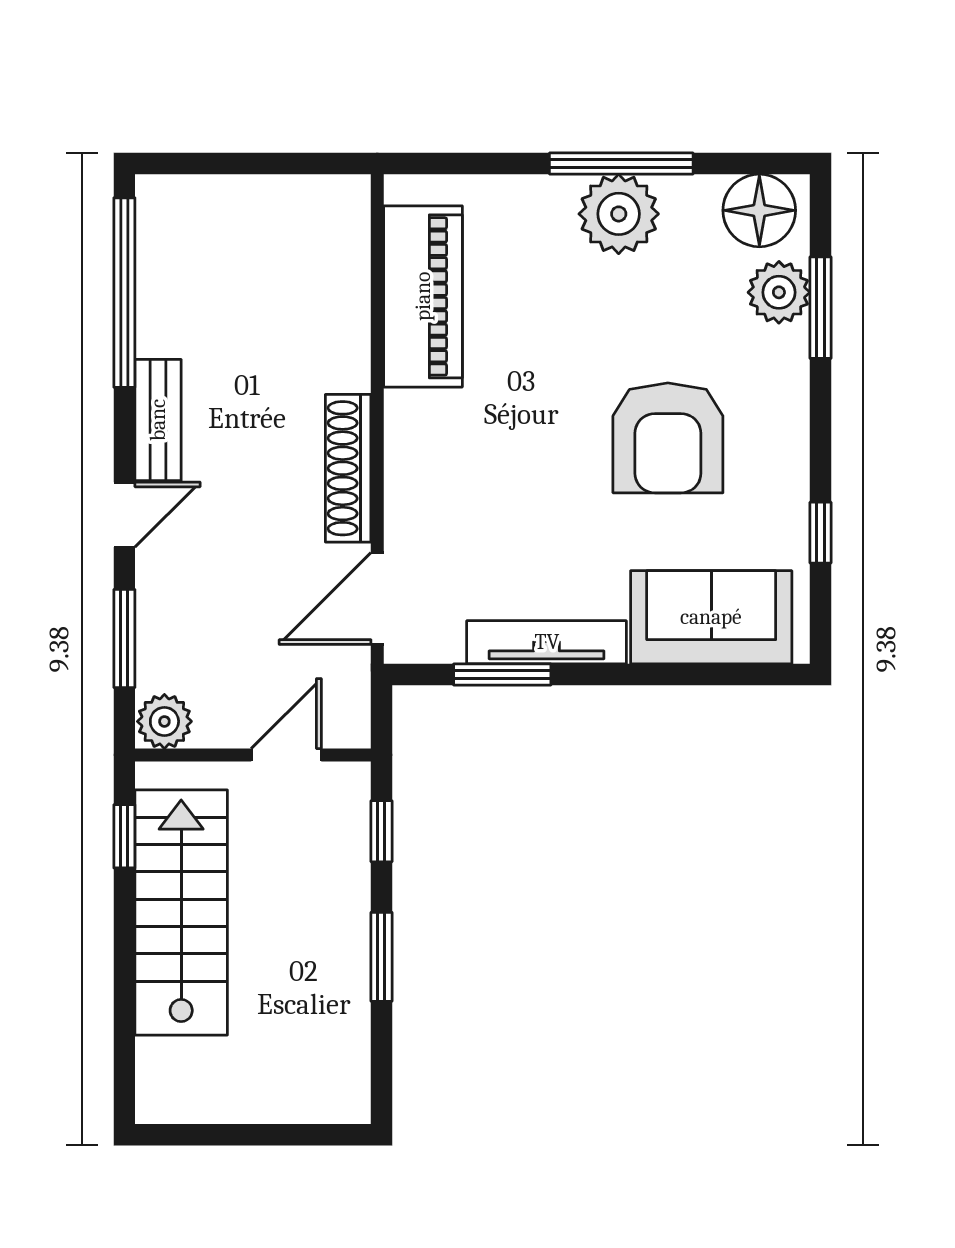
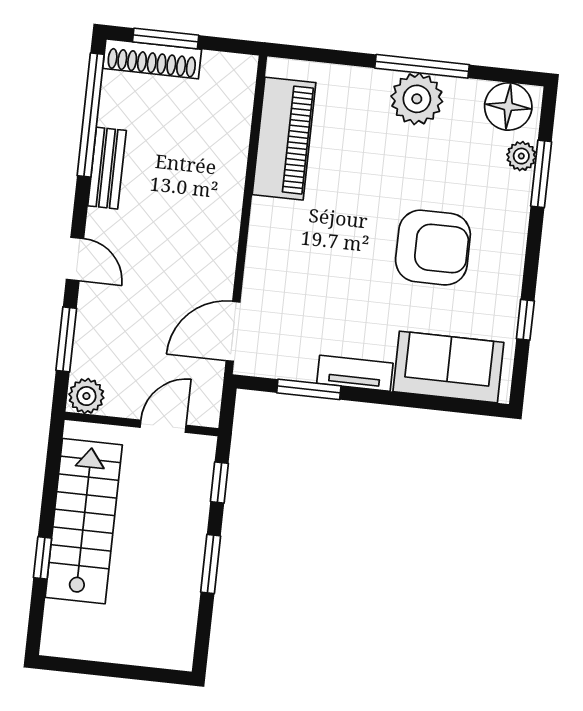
window: (226, 164) -> (166, 38), added
plant: (779, 292) -> (521, 156), width x0.73, depth x0.73
bench: (158, 420) -> (107, 168), moved
armchair: (668, 438) -> (433, 248), turned -90
shoe rack: (348, 468) -> (152, 59), moved, turned -90
door: (124, 515) -> (75, 259), hinge flipped
tv unit: (547, 642) -> (355, 373), width x0.71
window: (124, 836) -> (43, 558), moved

